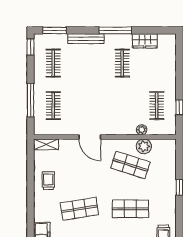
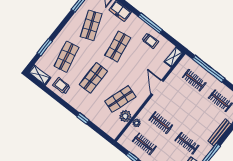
window: (31, 100) -> (209, 69), width x1.46
clothes rail: (122, 106) -> (161, 123), added
door: (90, 137) -> (157, 87), hinge flipped
window: (31, 195) -> (150, 23), added

